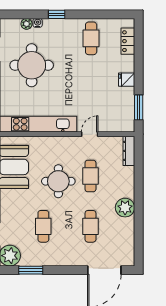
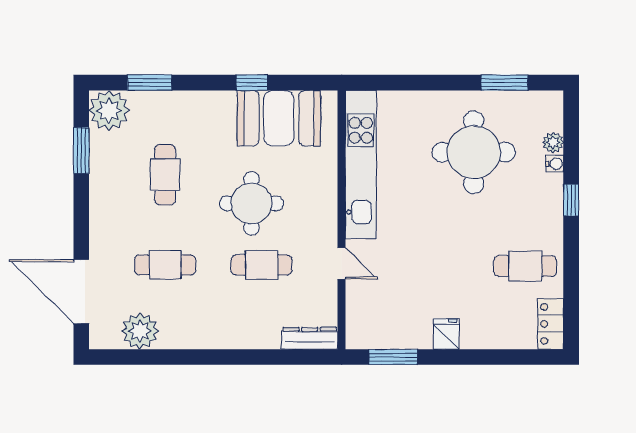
locker: (128, 41) -> (551, 324), moved, turned -90
plant: (125, 208) -> (140, 331), moved
cafe table: (43, 226) -> (165, 175), turned 90

